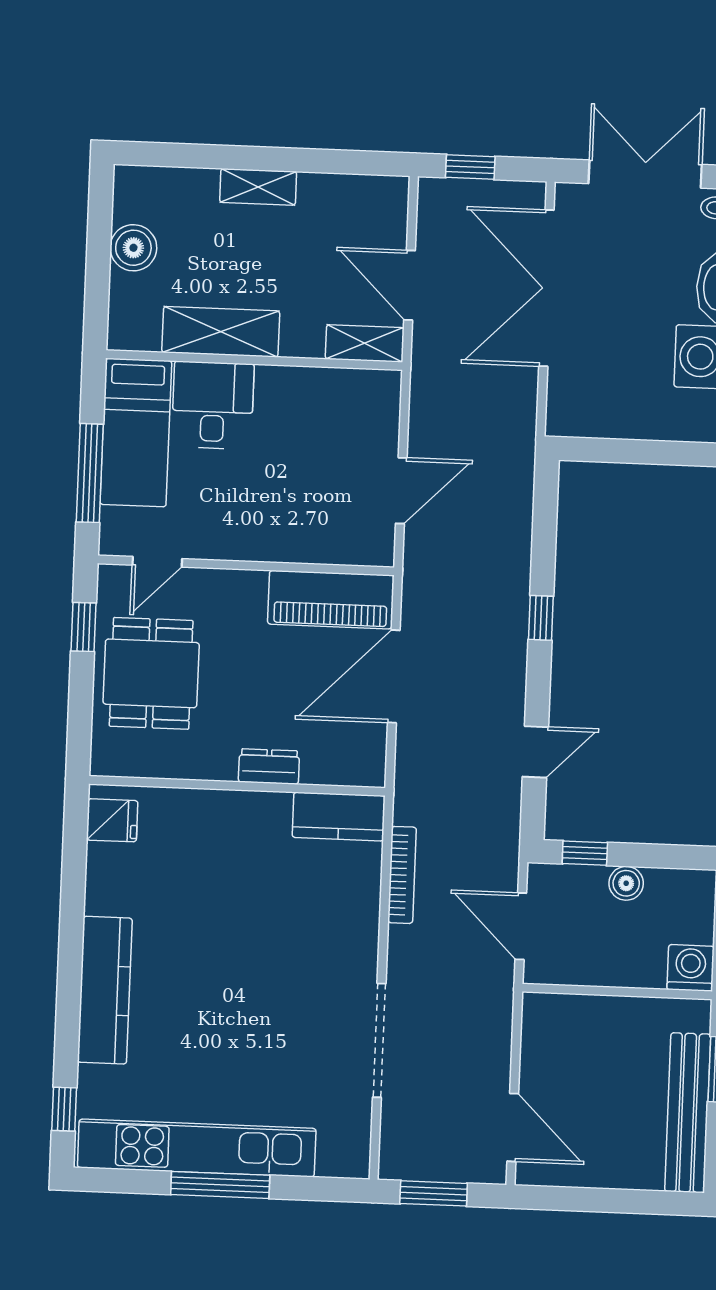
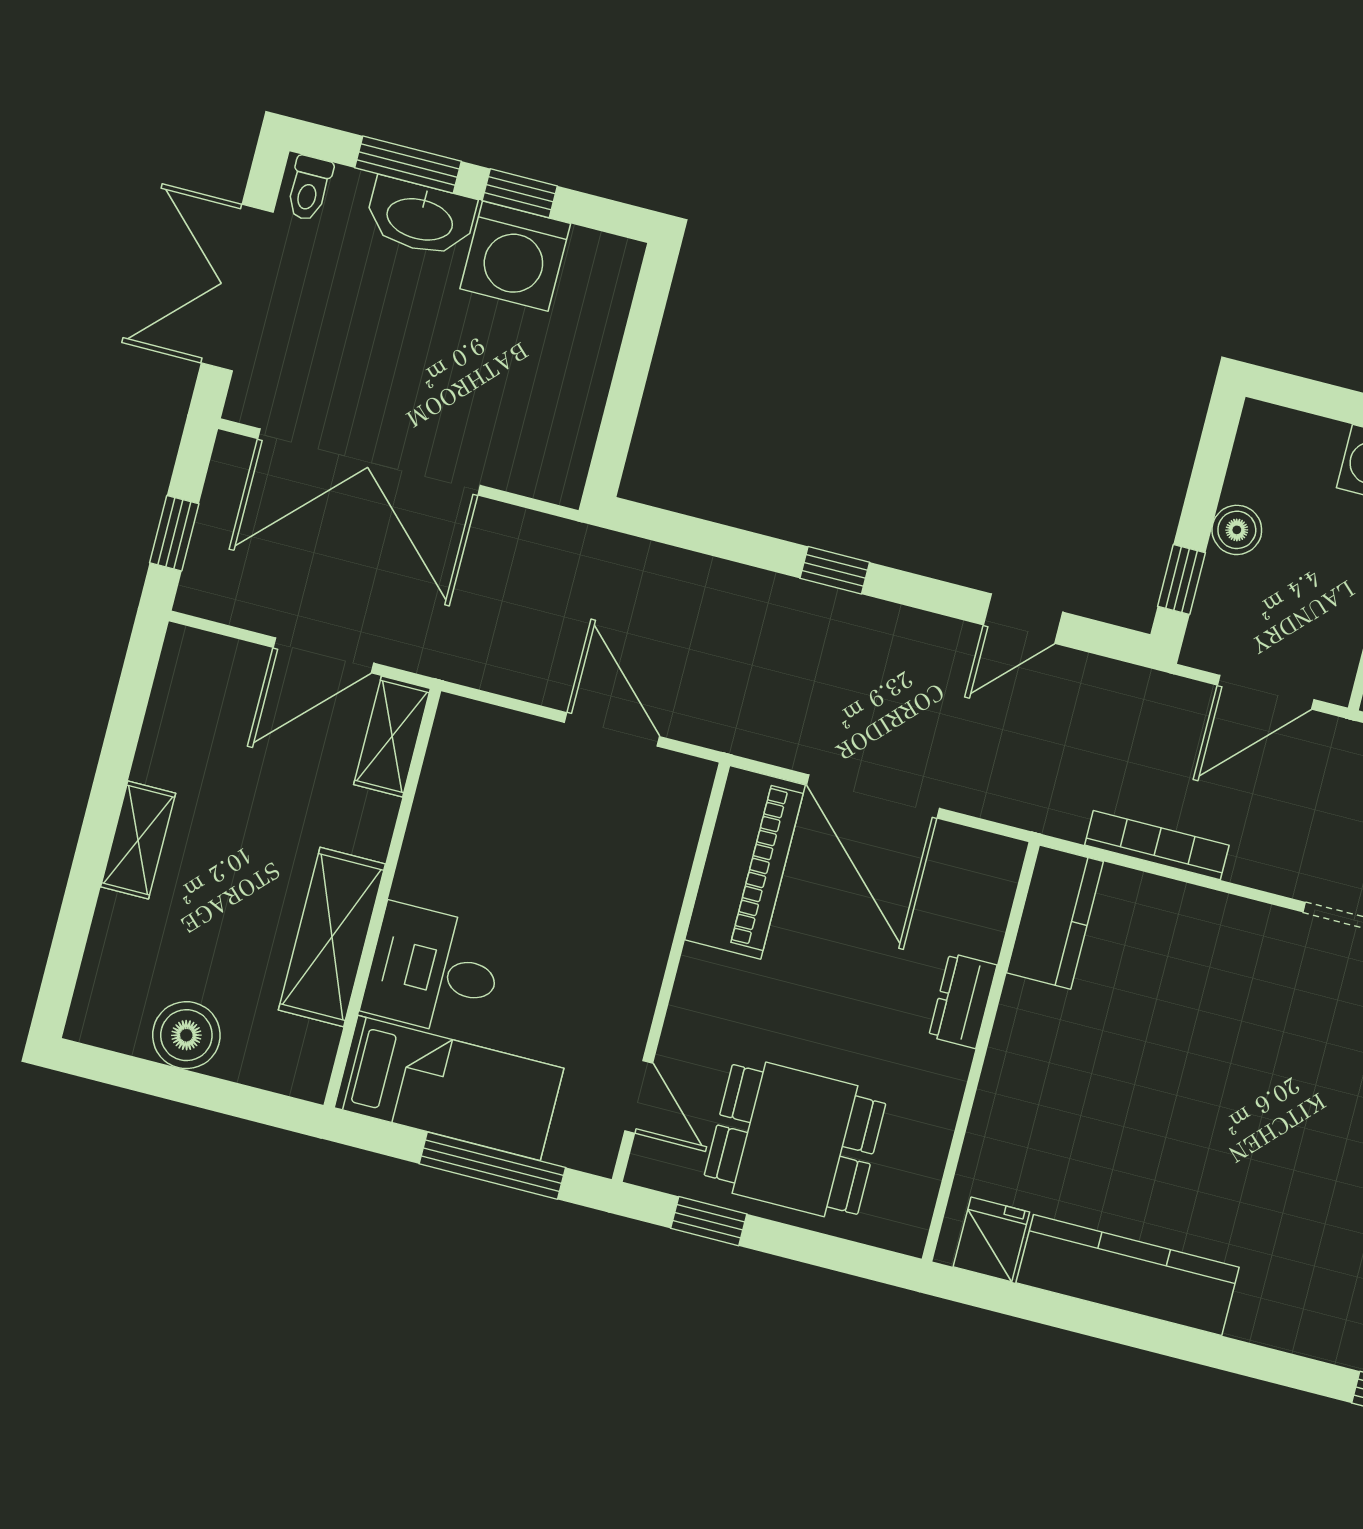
door: (535, 752) -> (1023, 619), swing flipped
kitchen counter: (105, 990) -> (1128, 1275), moved

